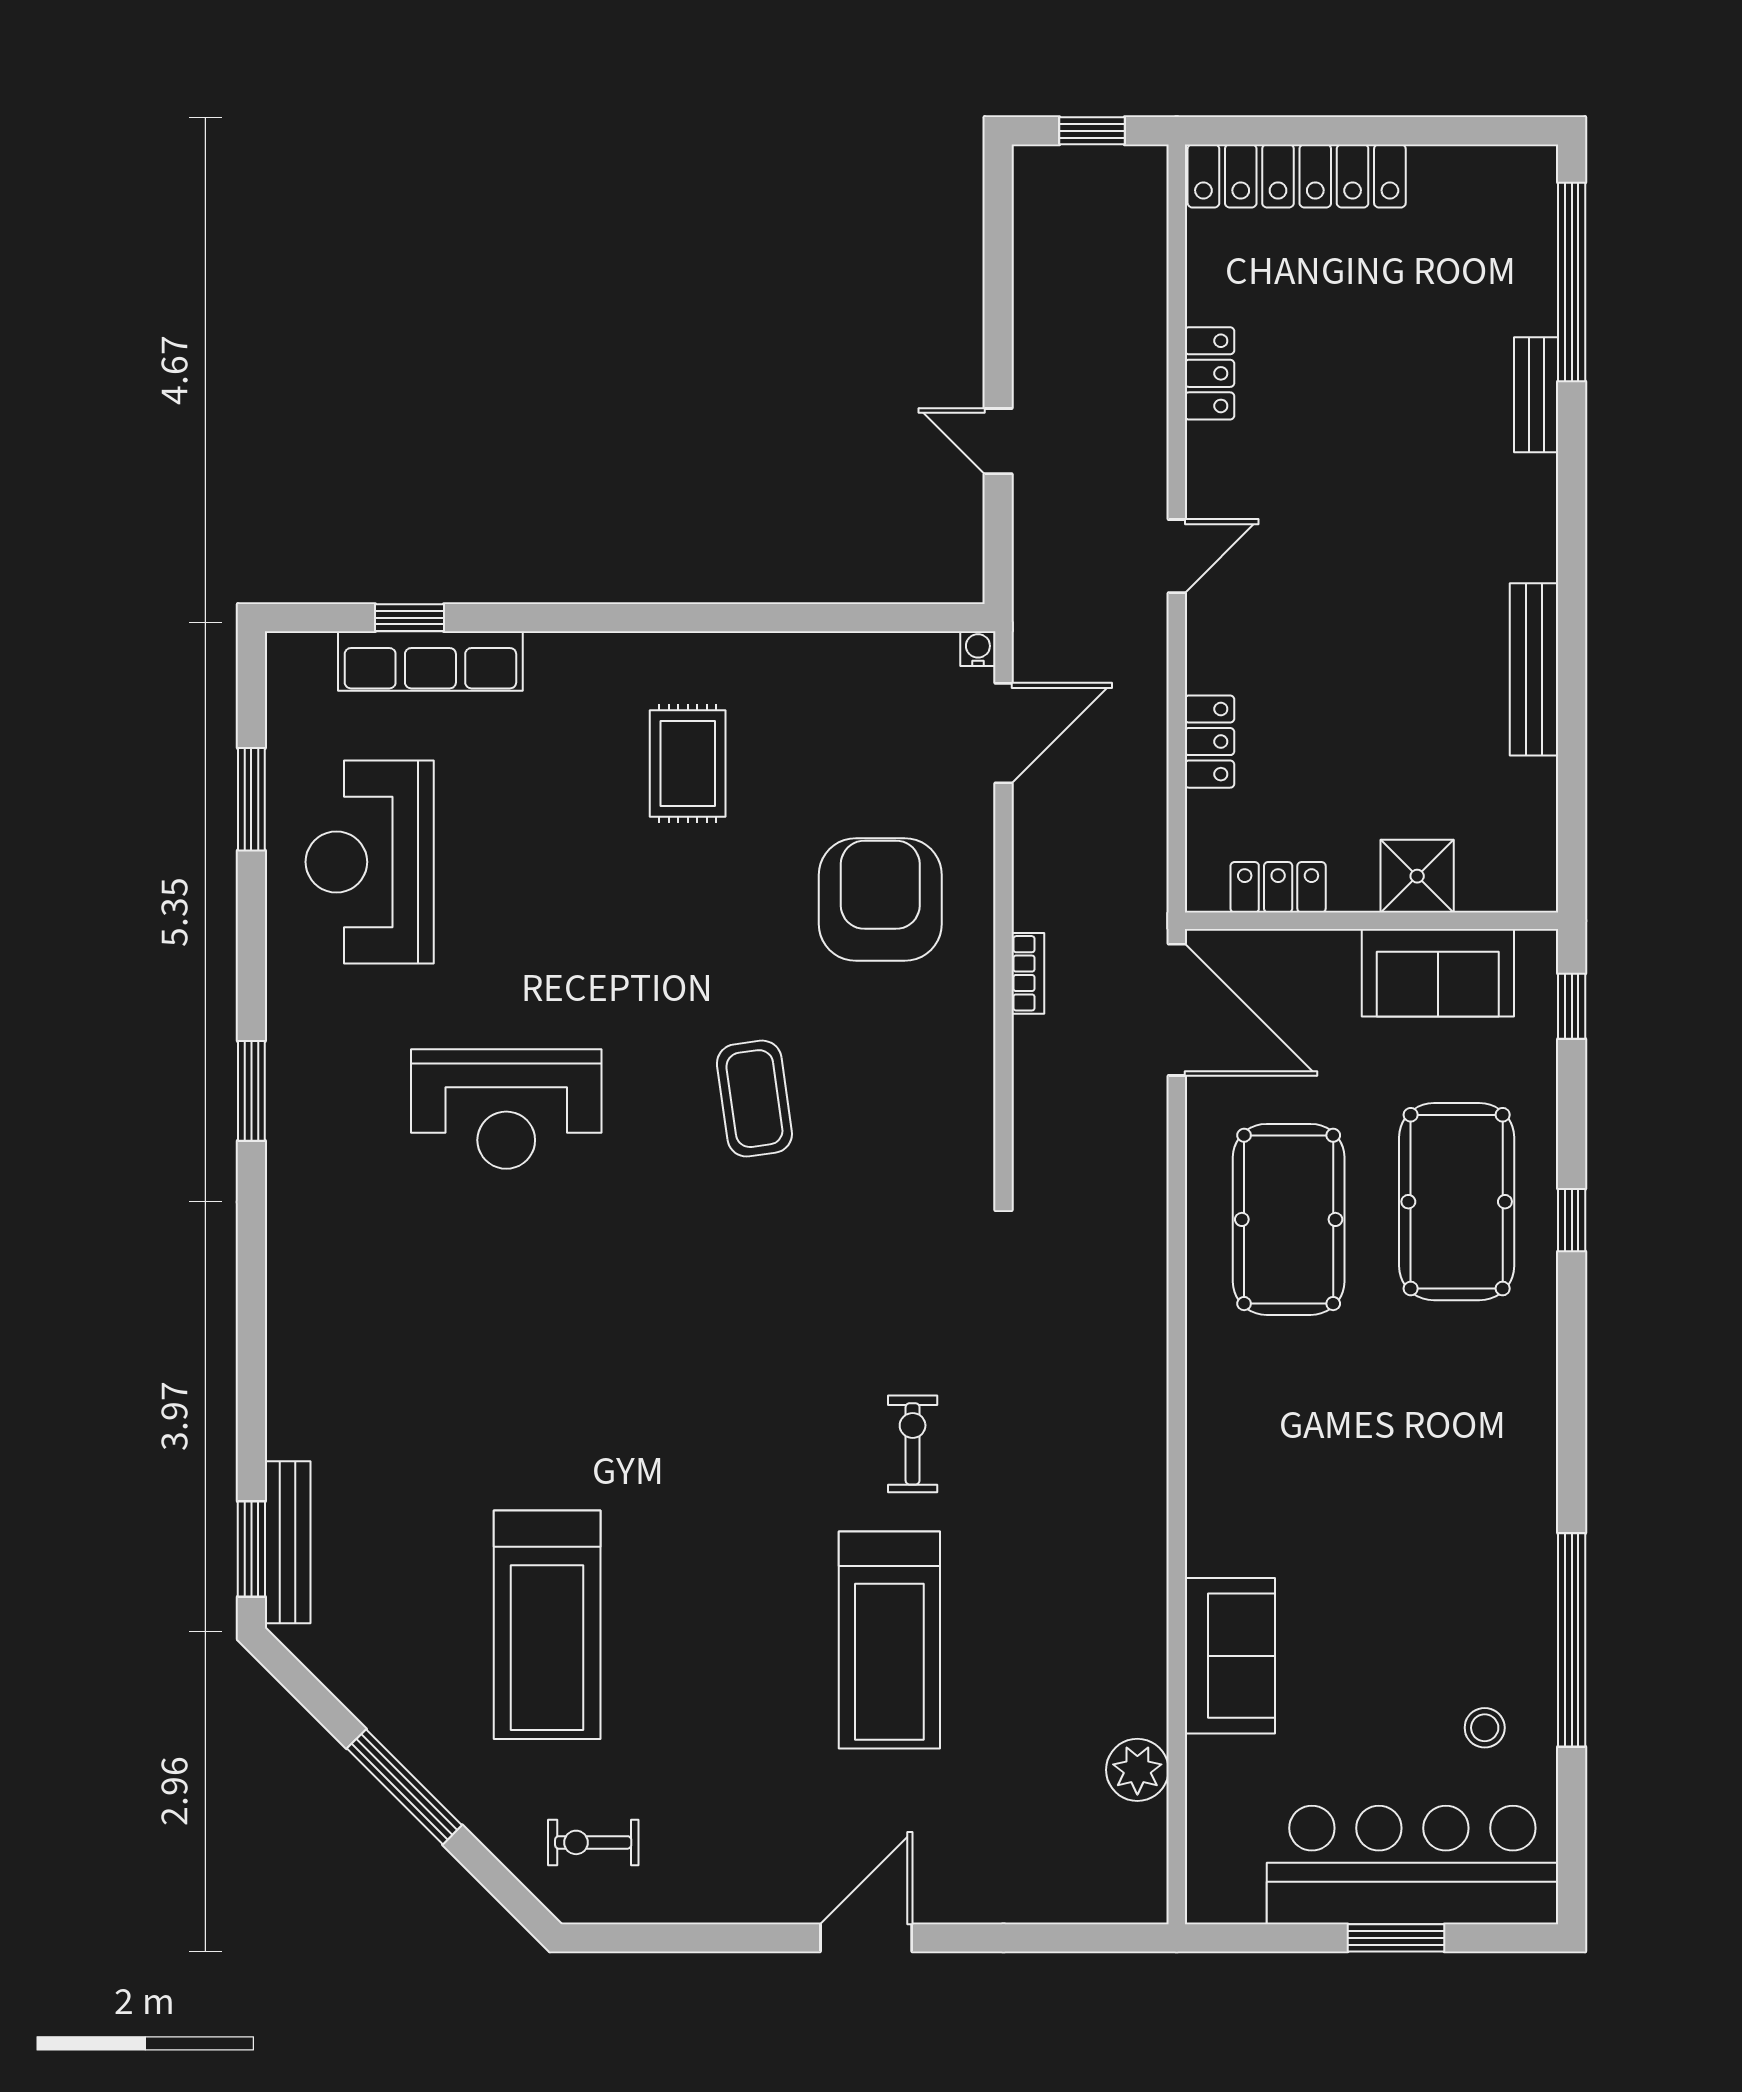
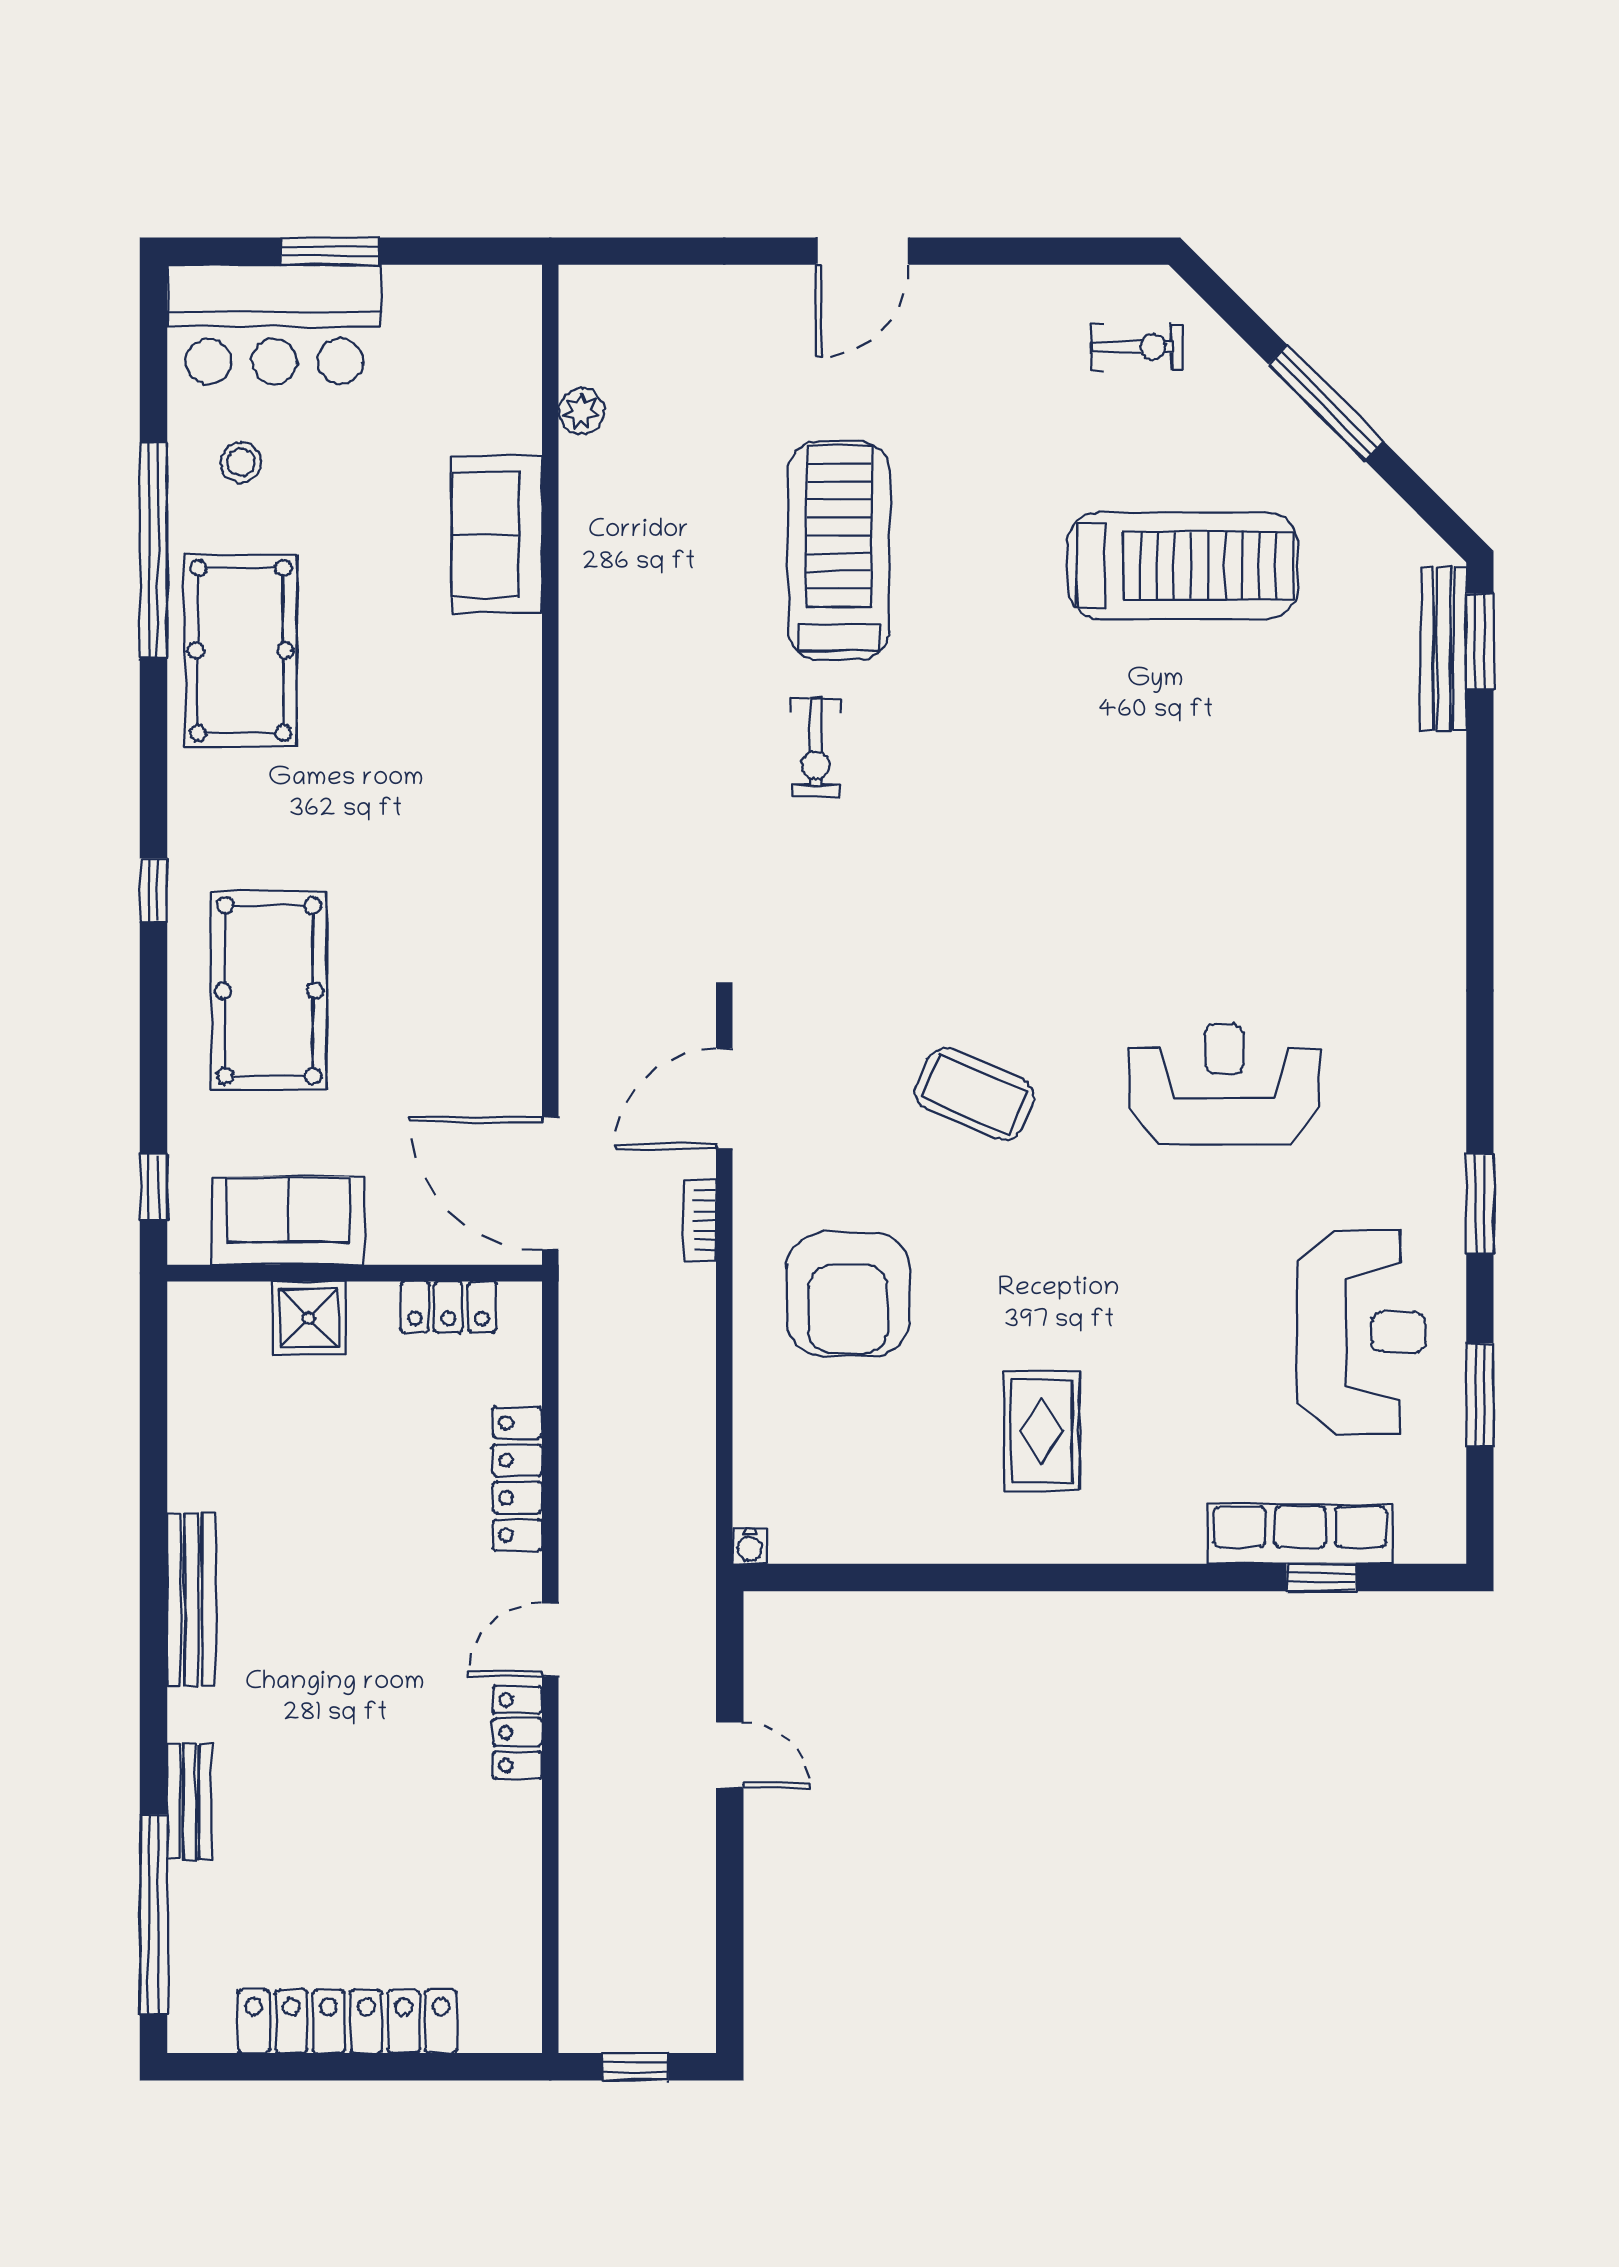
locker: (1297, 176) -> (347, 2021), moved
locker: (1209, 373) -> (517, 1732), moved
bench: (1534, 669) -> (191, 1599), moved
door: (1004, 733) -> (724, 1098), moved
locker: (1209, 742) -> (517, 1479), width x1.53
window: (251, 1091) -> (1480, 1204), moved
coffee table: (754, 1099) -> (974, 1094), turned -59
pool table: (1289, 1219) -> (241, 650), moved
window: (1572, 1220) -> (153, 890), moved
treadmill: (547, 1625) -> (1183, 566), turned 90
plant: (1137, 1770) -> (581, 411), width x0.73, depth x0.73
bar counter: (1412, 1865) -> (274, 324), width x0.73

